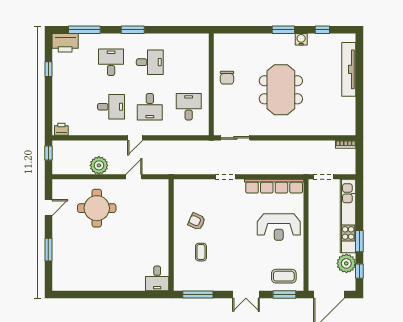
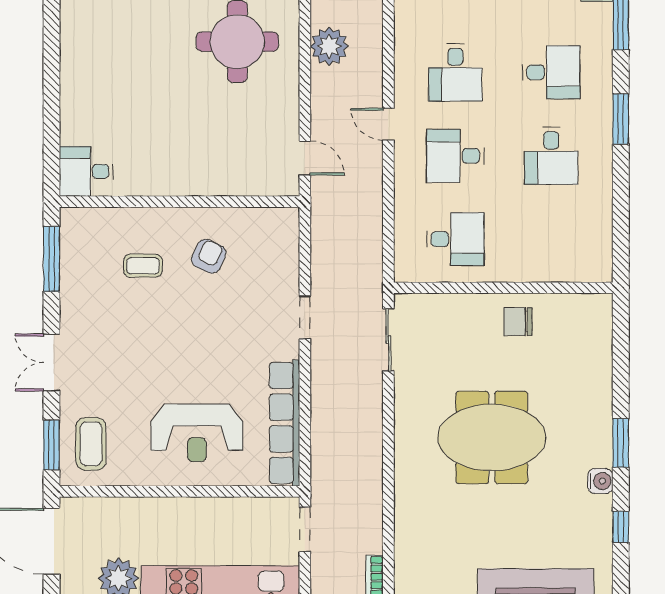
door: (134, 177) -> (305, 158), moved
reception desk: (279, 227) -> (197, 433), turned -90

